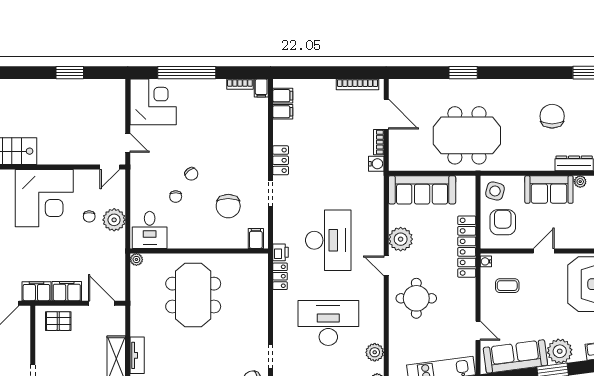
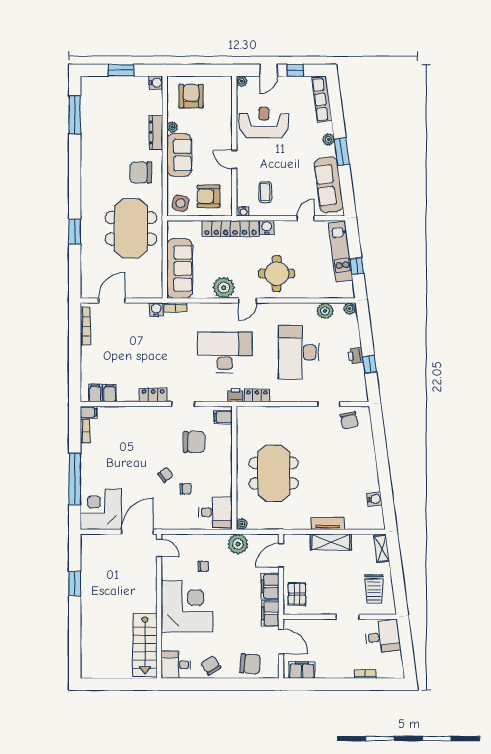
chair: (552, 116) -> (141, 172), moved
bookcase: (379, 142) -> (176, 307), moved
door: (128, 143) -> (138, 532), width x1.87
plant: (114, 220) -> (238, 544), moved
water cooler: (468, 287) -> (267, 227), added
meeting table: (193, 295) -> (274, 473), turned 90
plant: (560, 351) -> (328, 139), width x0.53, depth x0.53

